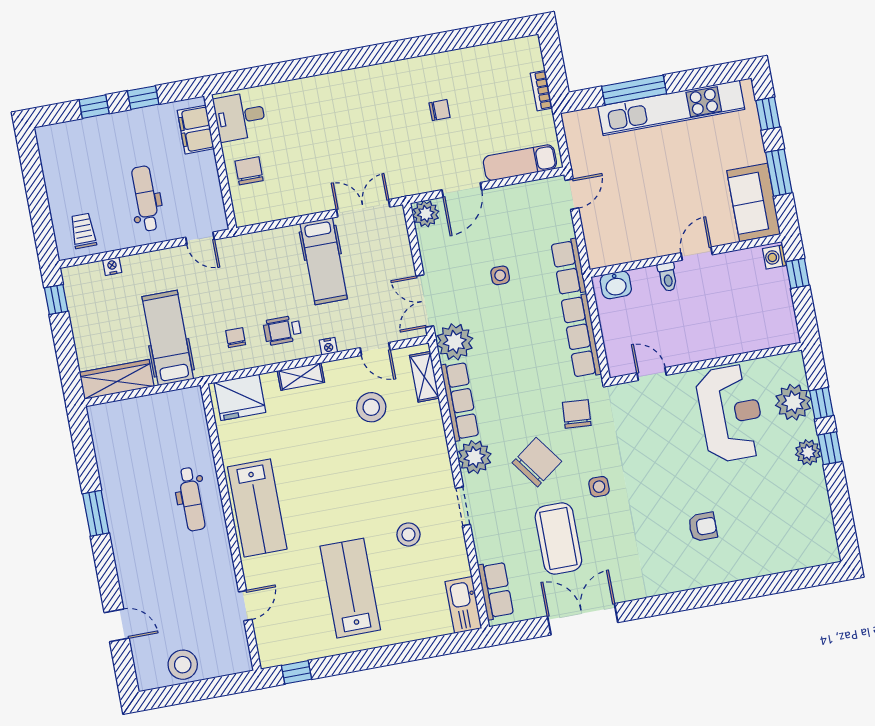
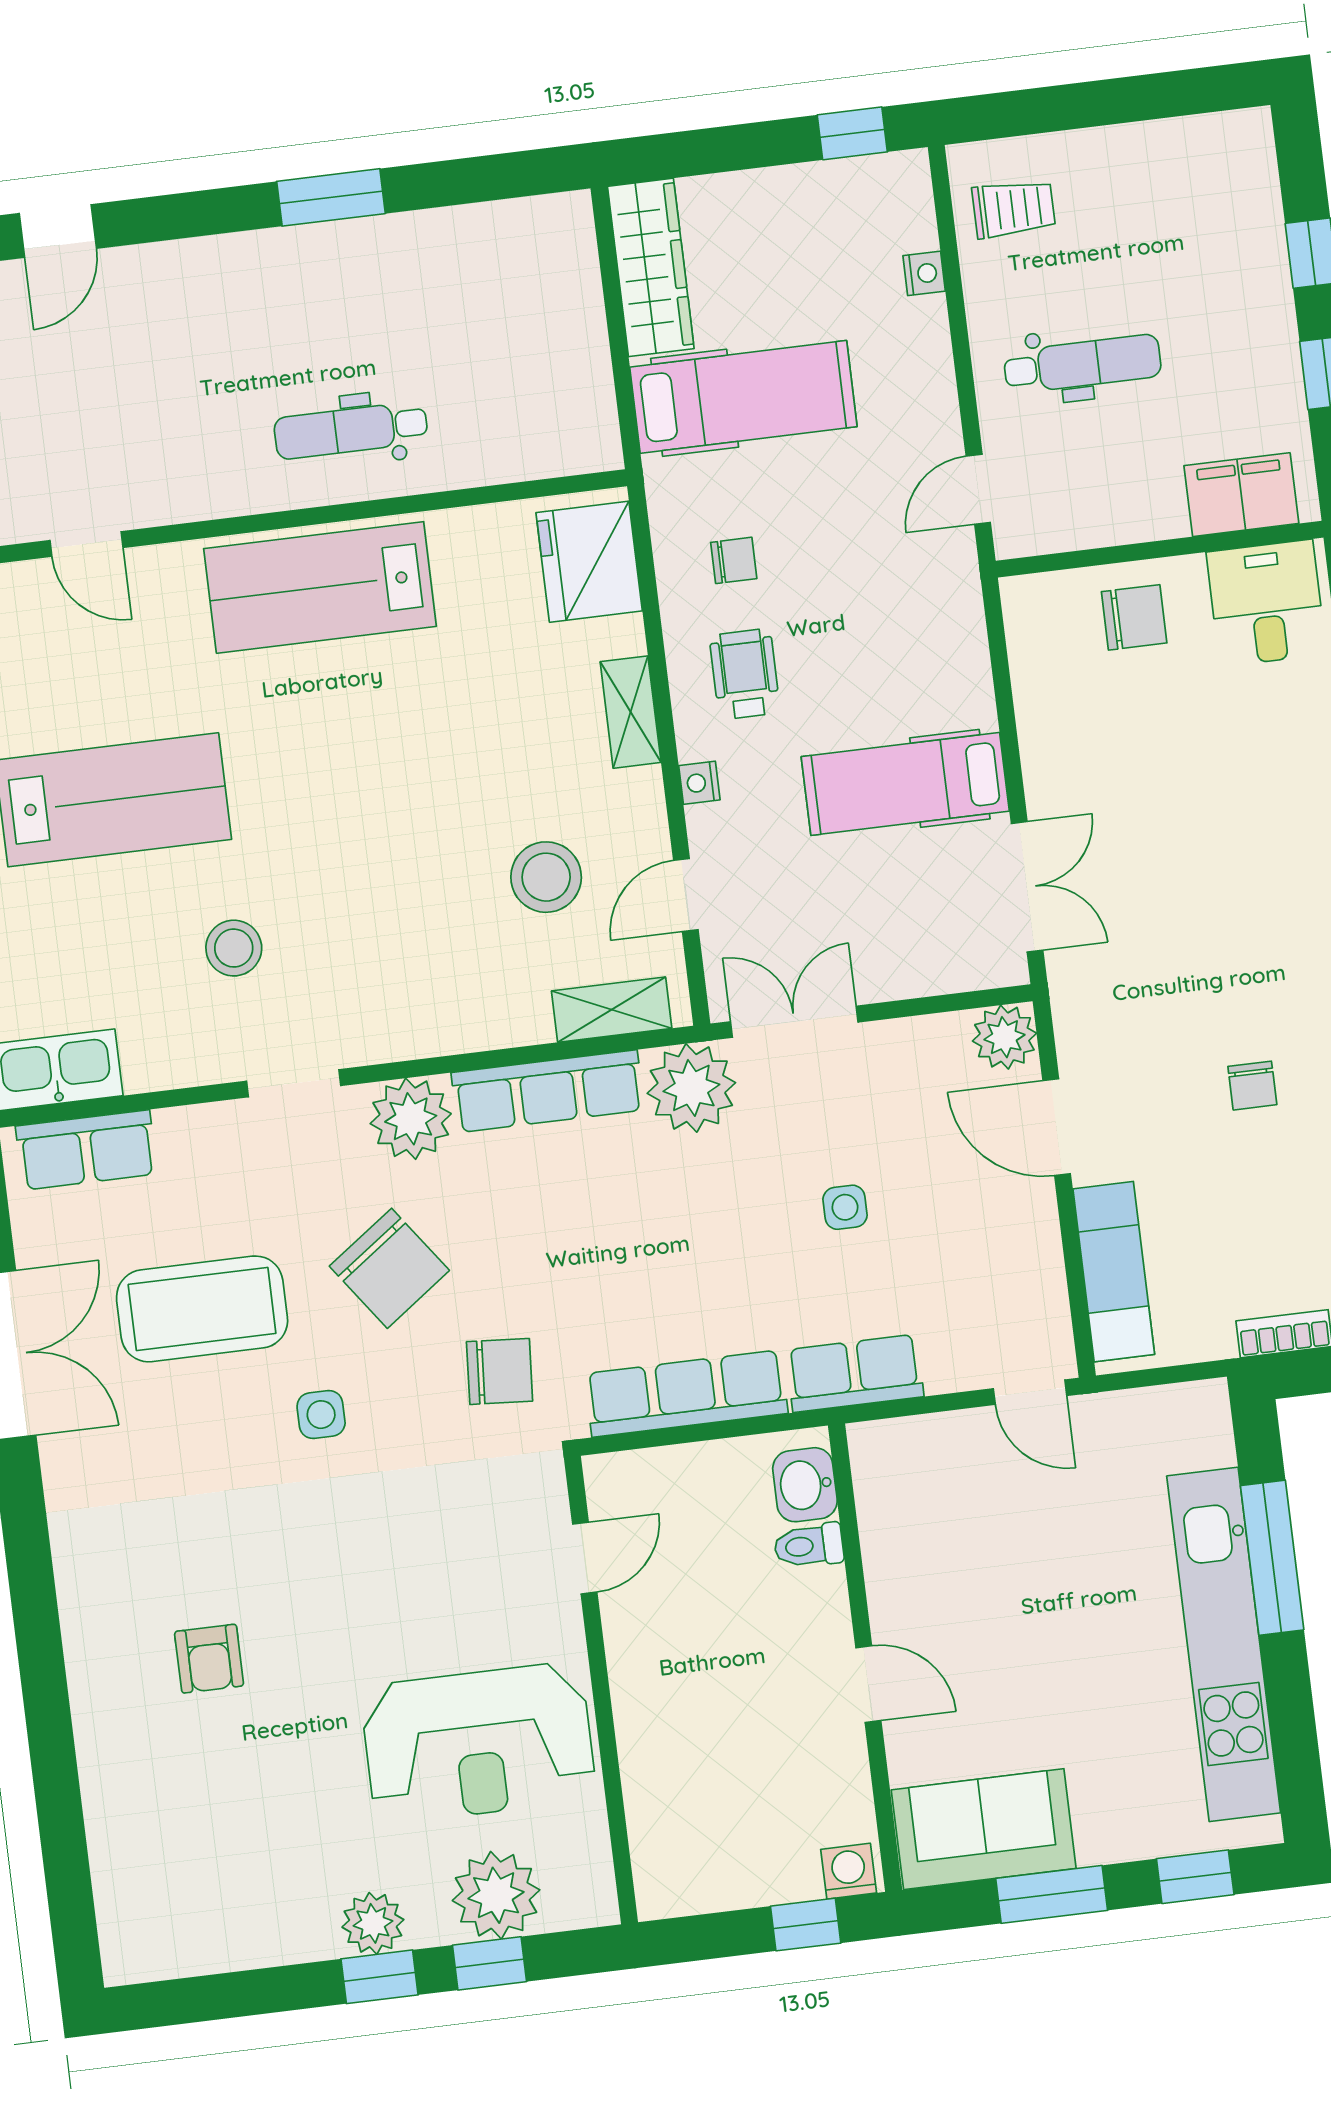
toilet: (668, 277) -> (809, 1546), moved

